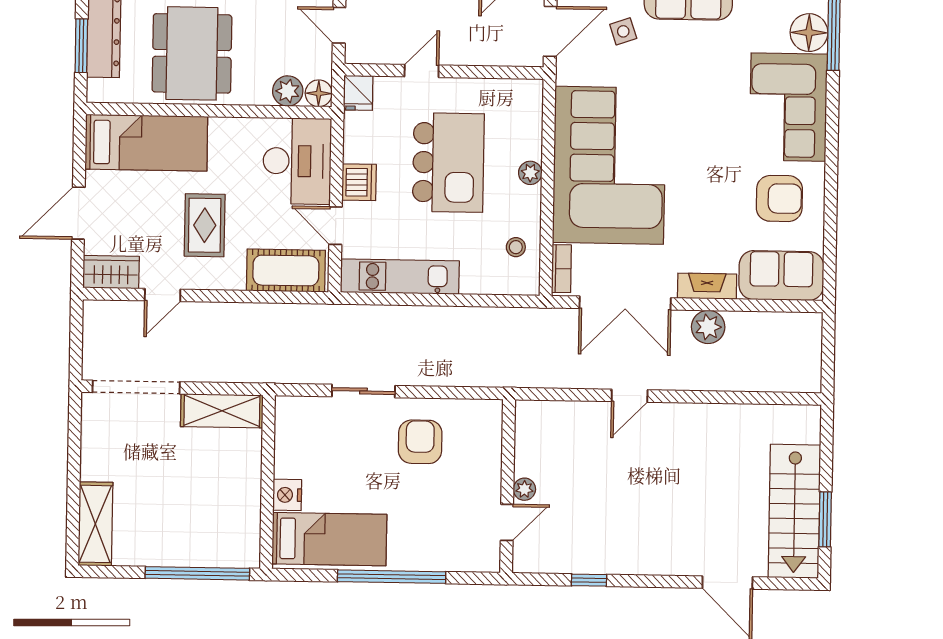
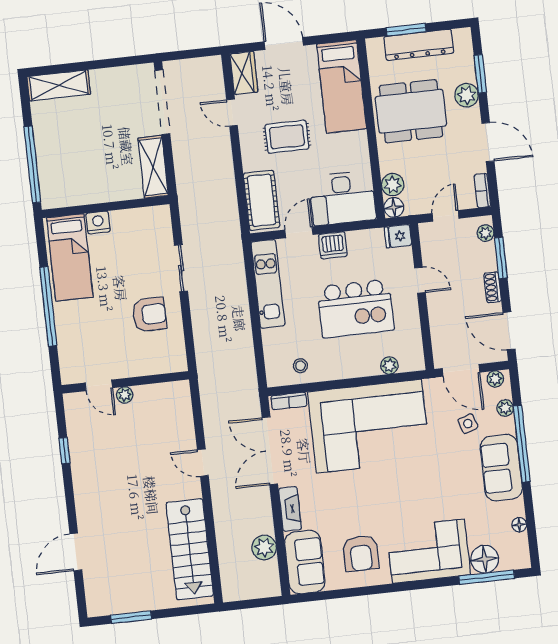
plant: (530, 173) -> (389, 365), moved
plant: (708, 327) -> (264, 547), moved
stairs: (794, 511) -> (190, 549), moved, turned -90

